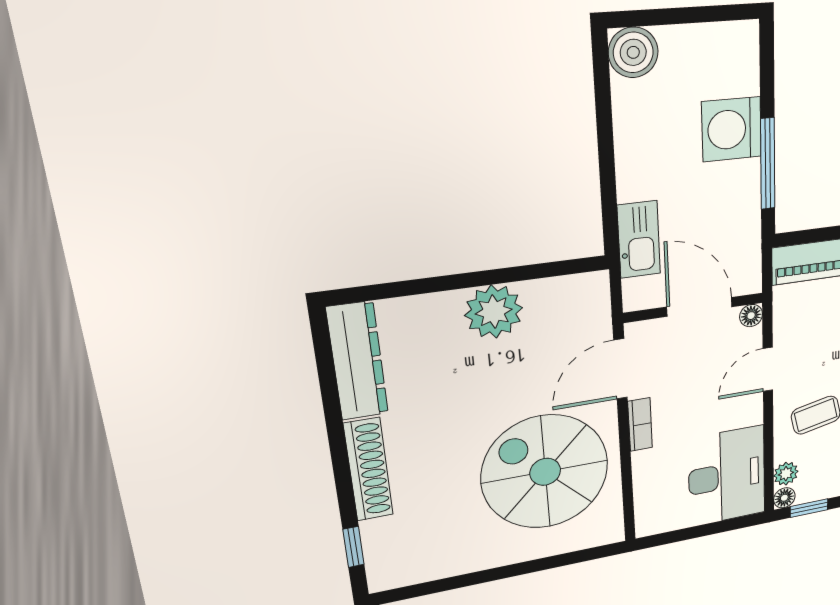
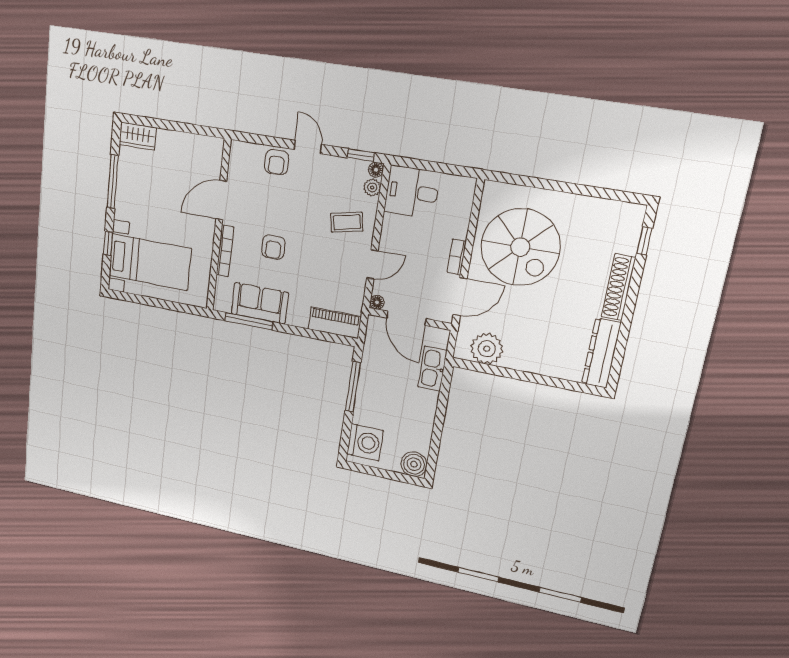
washing machine: (732, 129) -> (365, 442), moved
plant: (494, 312) -> (487, 349), moved
desk: (727, 476) -> (412, 192), width x0.73

